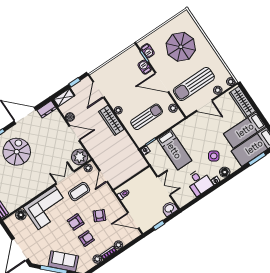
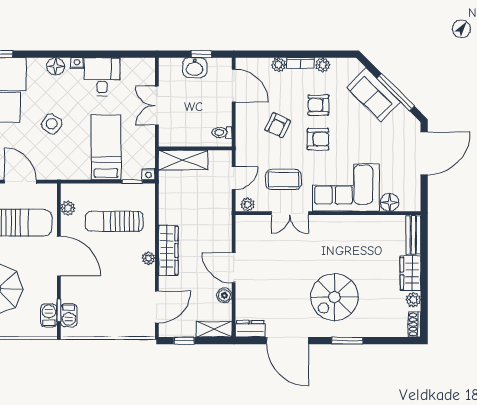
barbecue: (145, 67) -> (69, 315), moved
side table: (214, 156) -> (52, 124), moved
plant: (80, 157) -> (249, 229), removed
shelving: (133, 168) -> (183, 160), added
washbasin: (169, 209) -> (195, 68), moved

